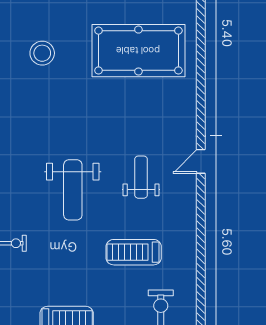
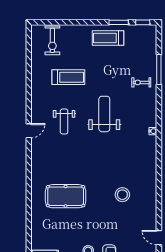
pool table: (138, 51) -> (66, 196), width x0.73, depth x0.76

